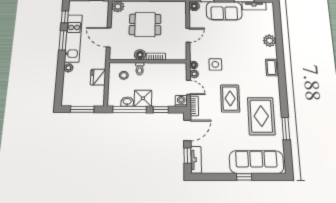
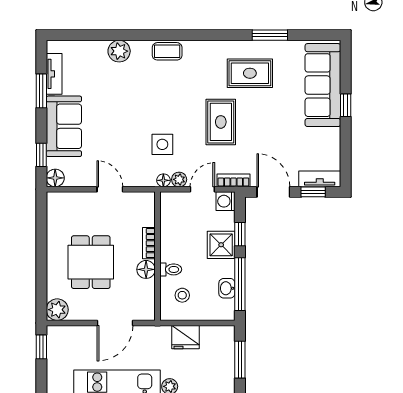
shower: (143, 98) -> (221, 245), moved
rug: (230, 98) -> (221, 122), turned 90
rug: (261, 116) -> (250, 73), width x0.73, depth x0.70

